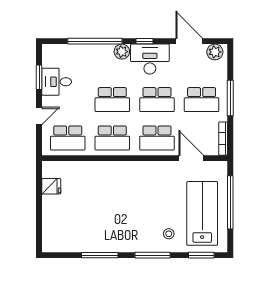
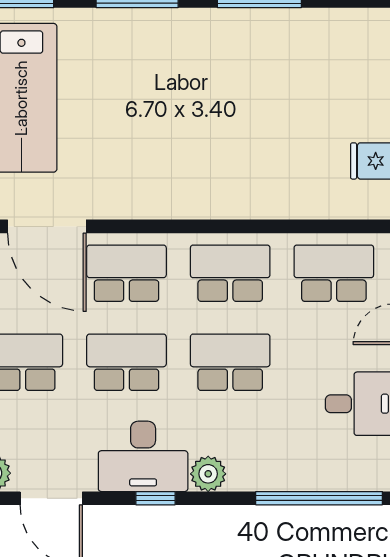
window: (95, 41) -> (319, 498), moved
door: (191, 158) -> (47, 226), width x1.36
stool: (169, 234) -> (99, 51), removed

